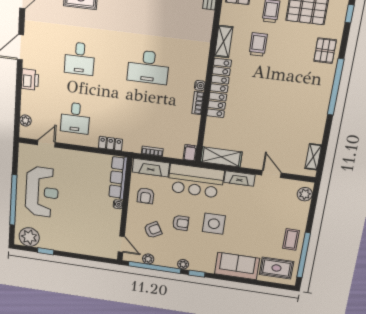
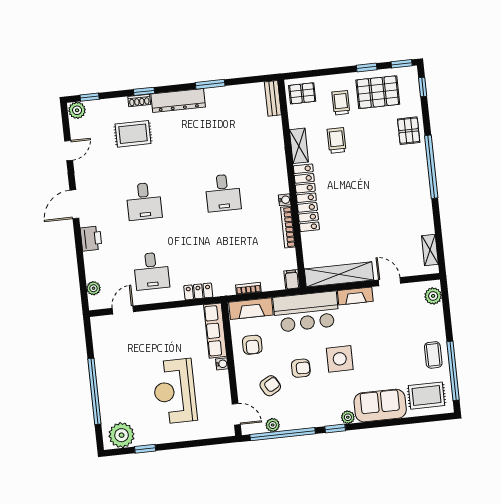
desk: (148, 67) -> (223, 193), width x0.73
bookcase: (198, 103) -> (288, 227), width x1.56
shelving: (221, 157) -> (339, 274), width x1.47
reception desk: (42, 192) -> (175, 391), moved, turned 180
plant: (183, 264) -> (348, 417), moved

